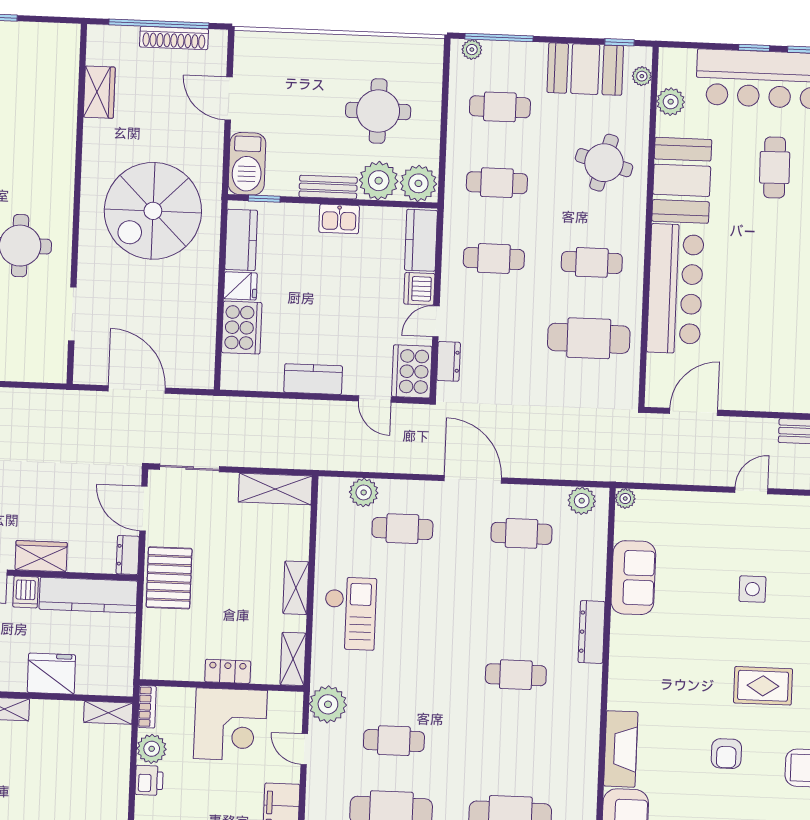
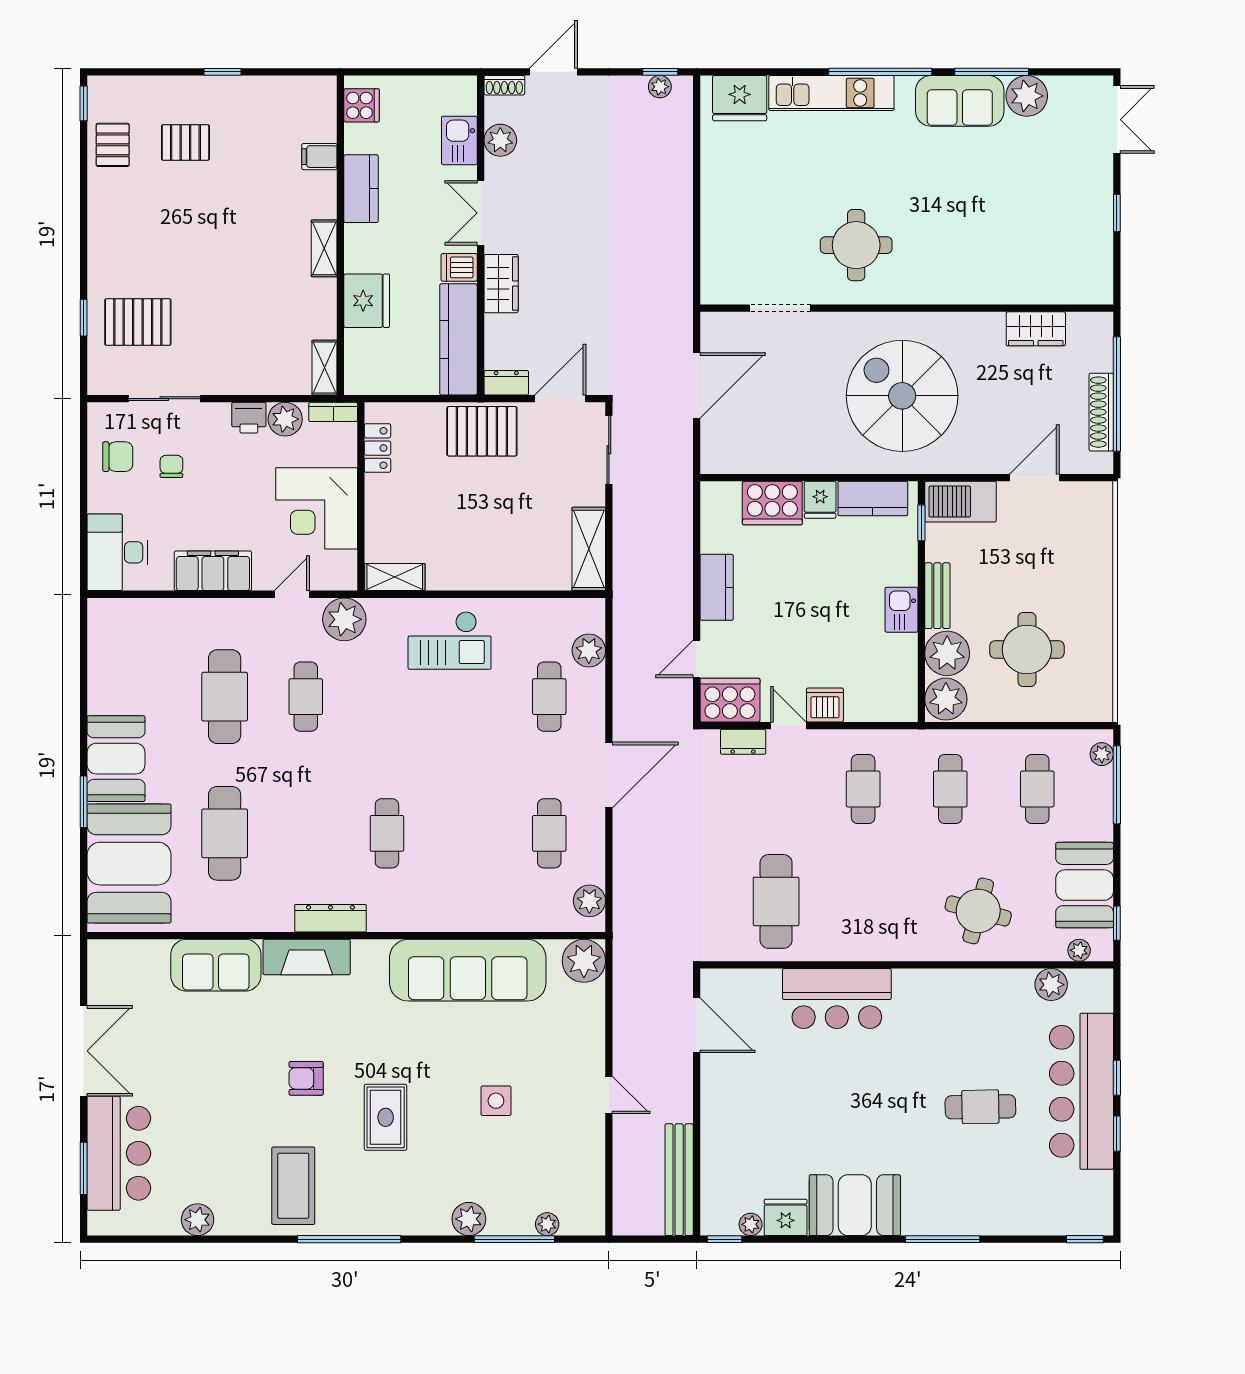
booth: (682, 180) -> (961, 1001), removed
kitchen counter: (421, 240) -> (881, 705), removed
cafe table: (592, 262) -> (863, 901), removed
bar counter: (675, 289) -> (837, 999), width x0.73
plant: (625, 499) -> (584, 961), width x1.88, depth x1.88
sofa: (633, 578) -> (468, 970), width x1.85, depth x1.27
shelving: (296, 588) -> (477, 577), removed
dresser: (592, 632) -> (330, 918), moved
locker: (228, 671) -> (377, 448), moved

